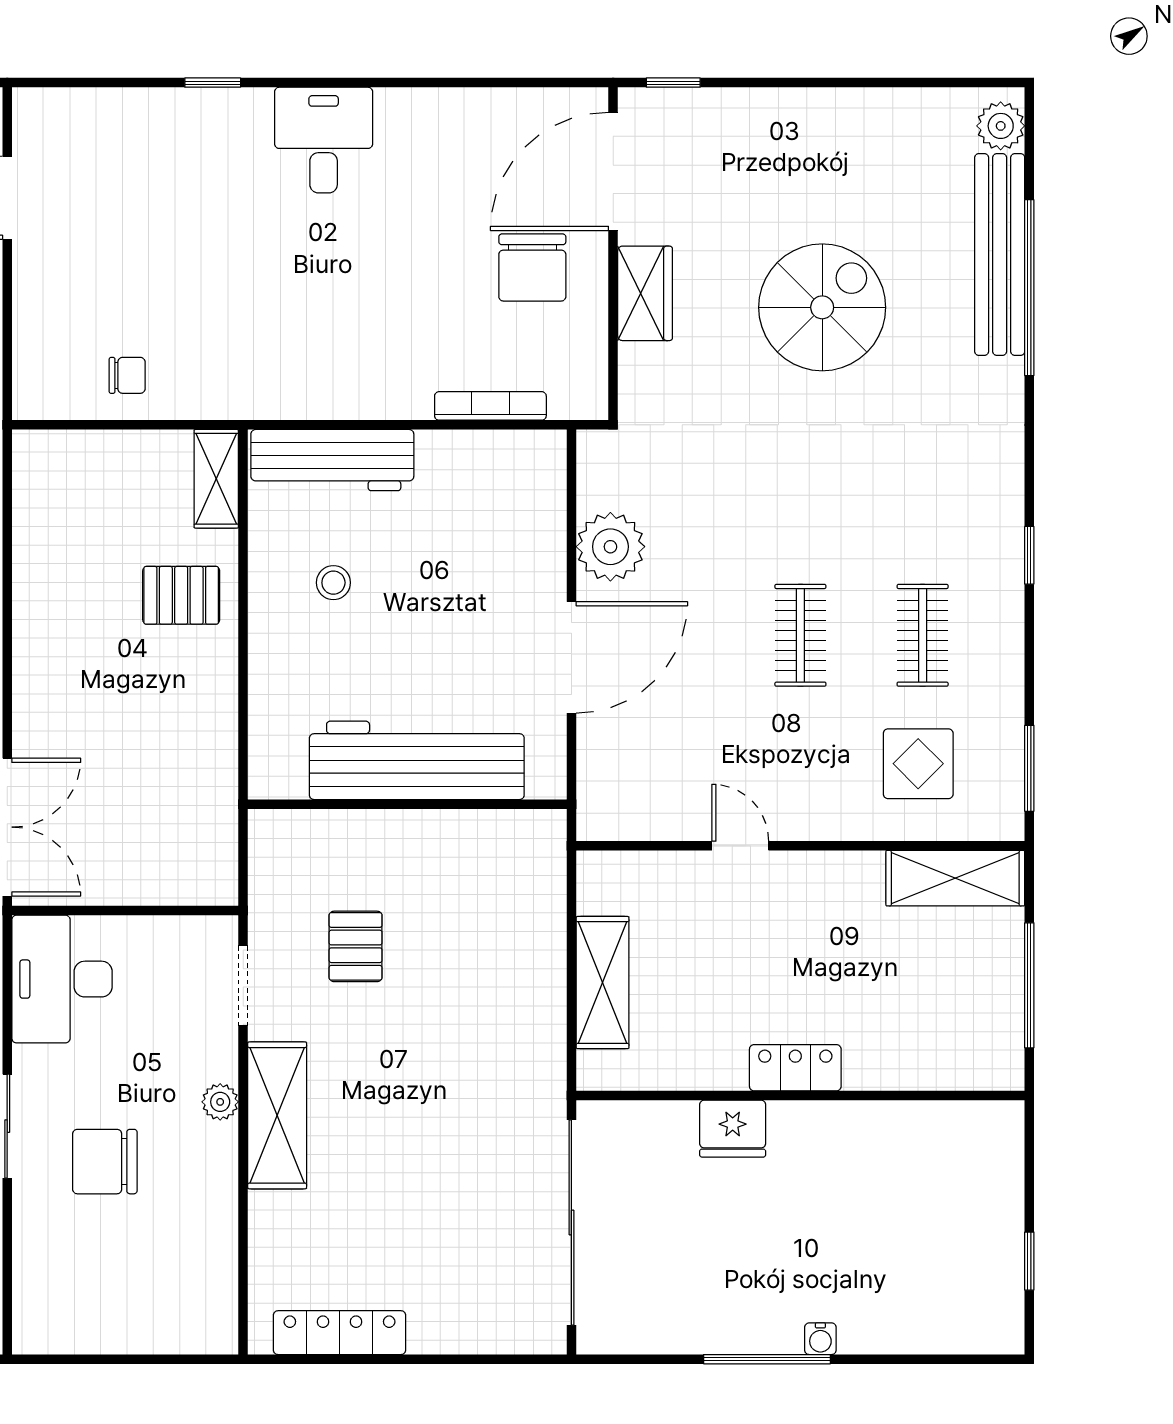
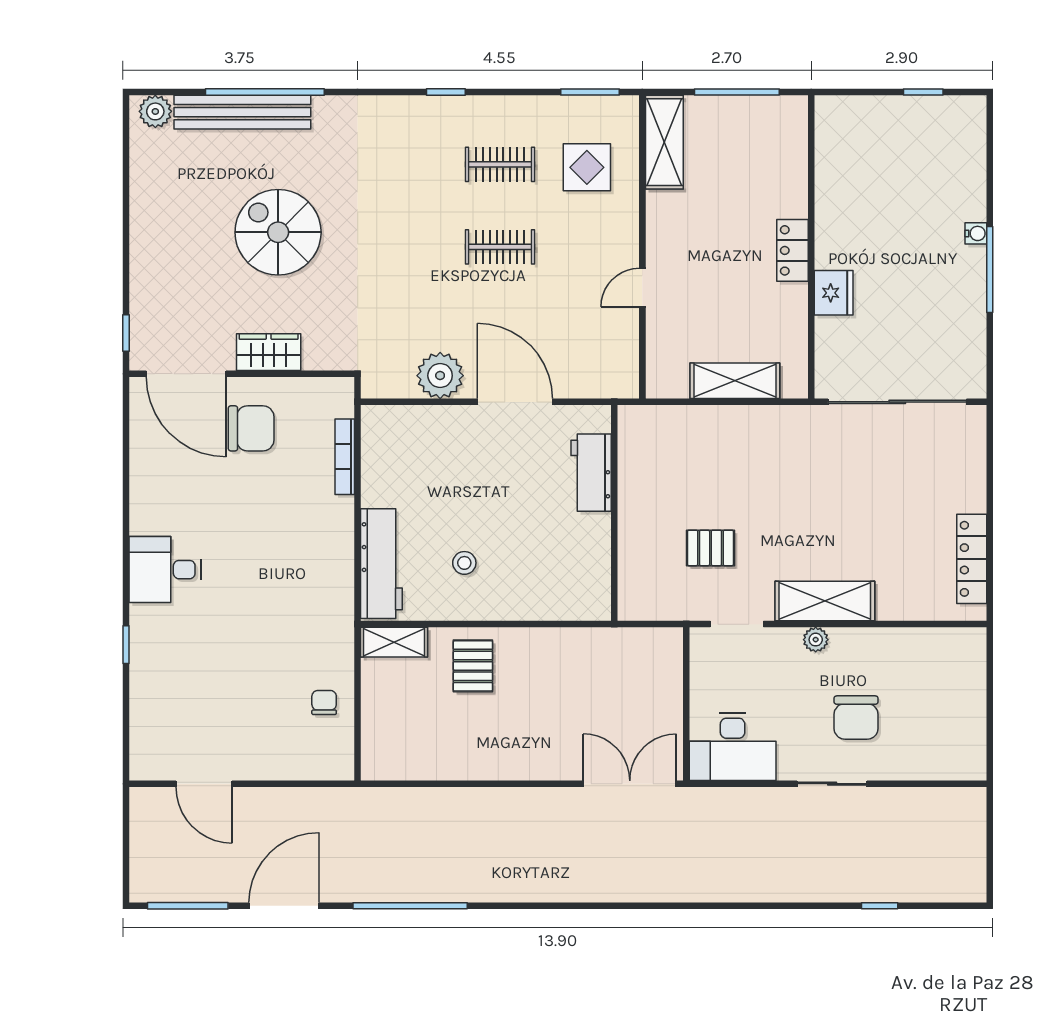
workbench: (417, 760) -> (591, 473), width x0.53, depth x0.76

